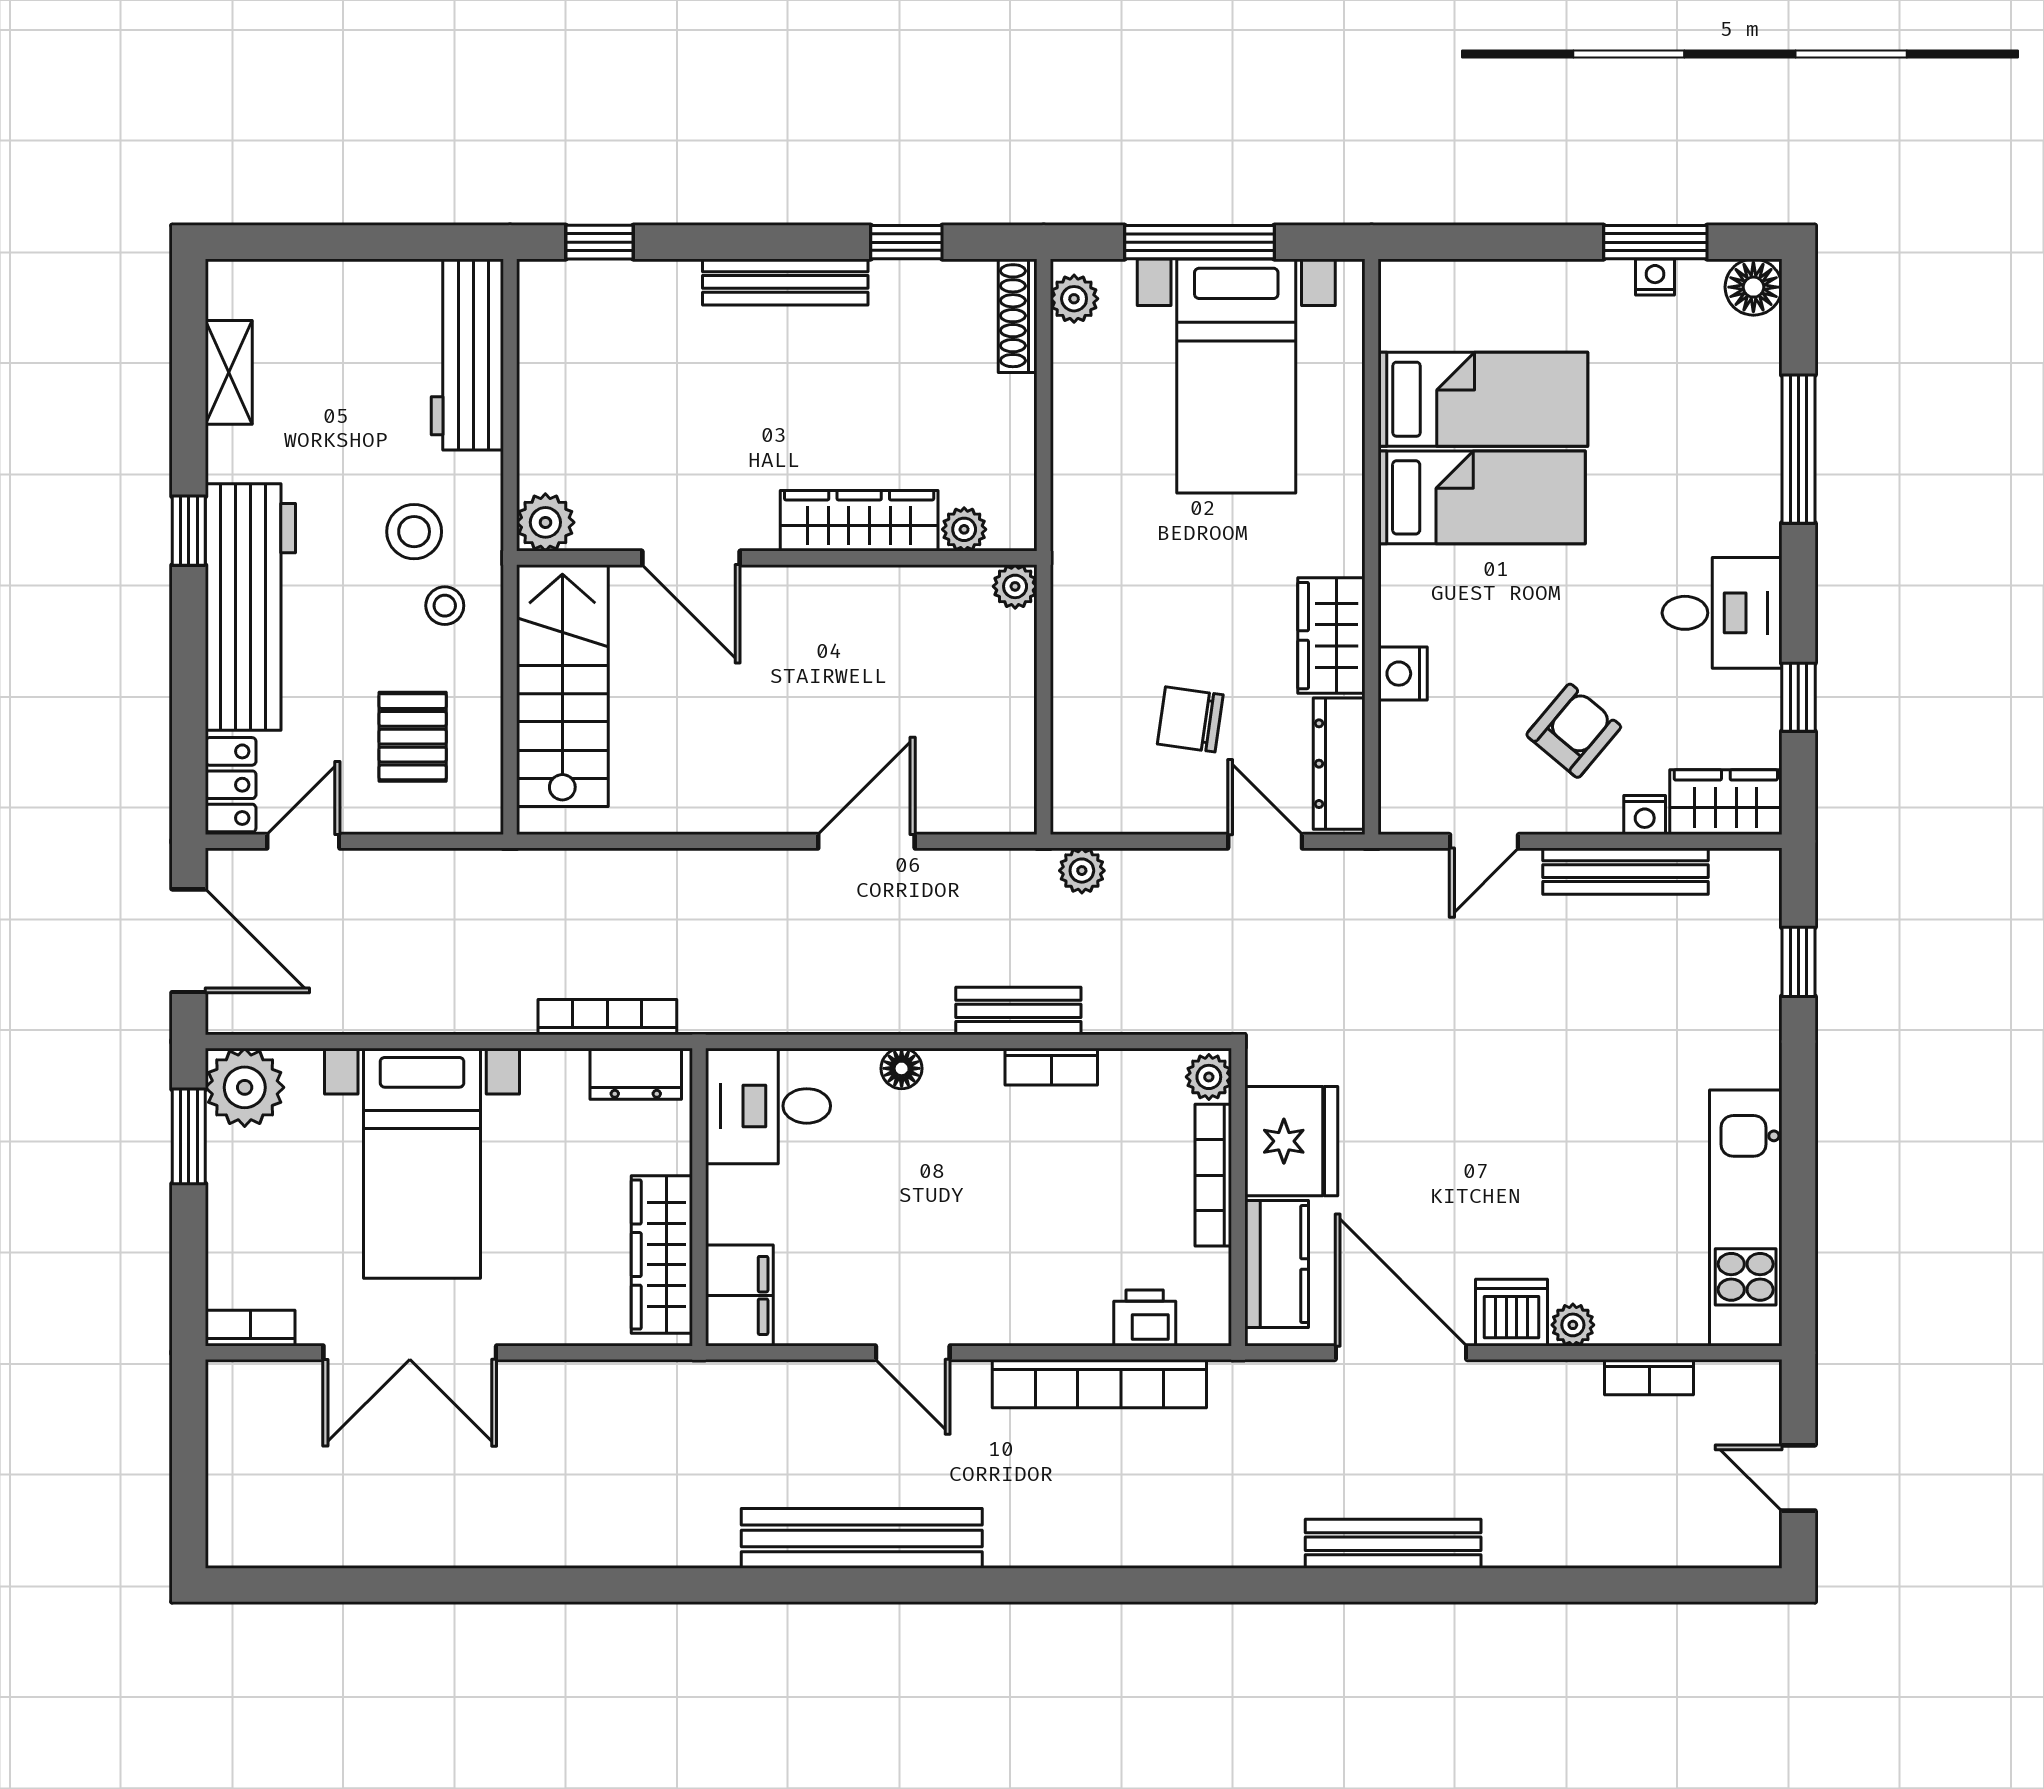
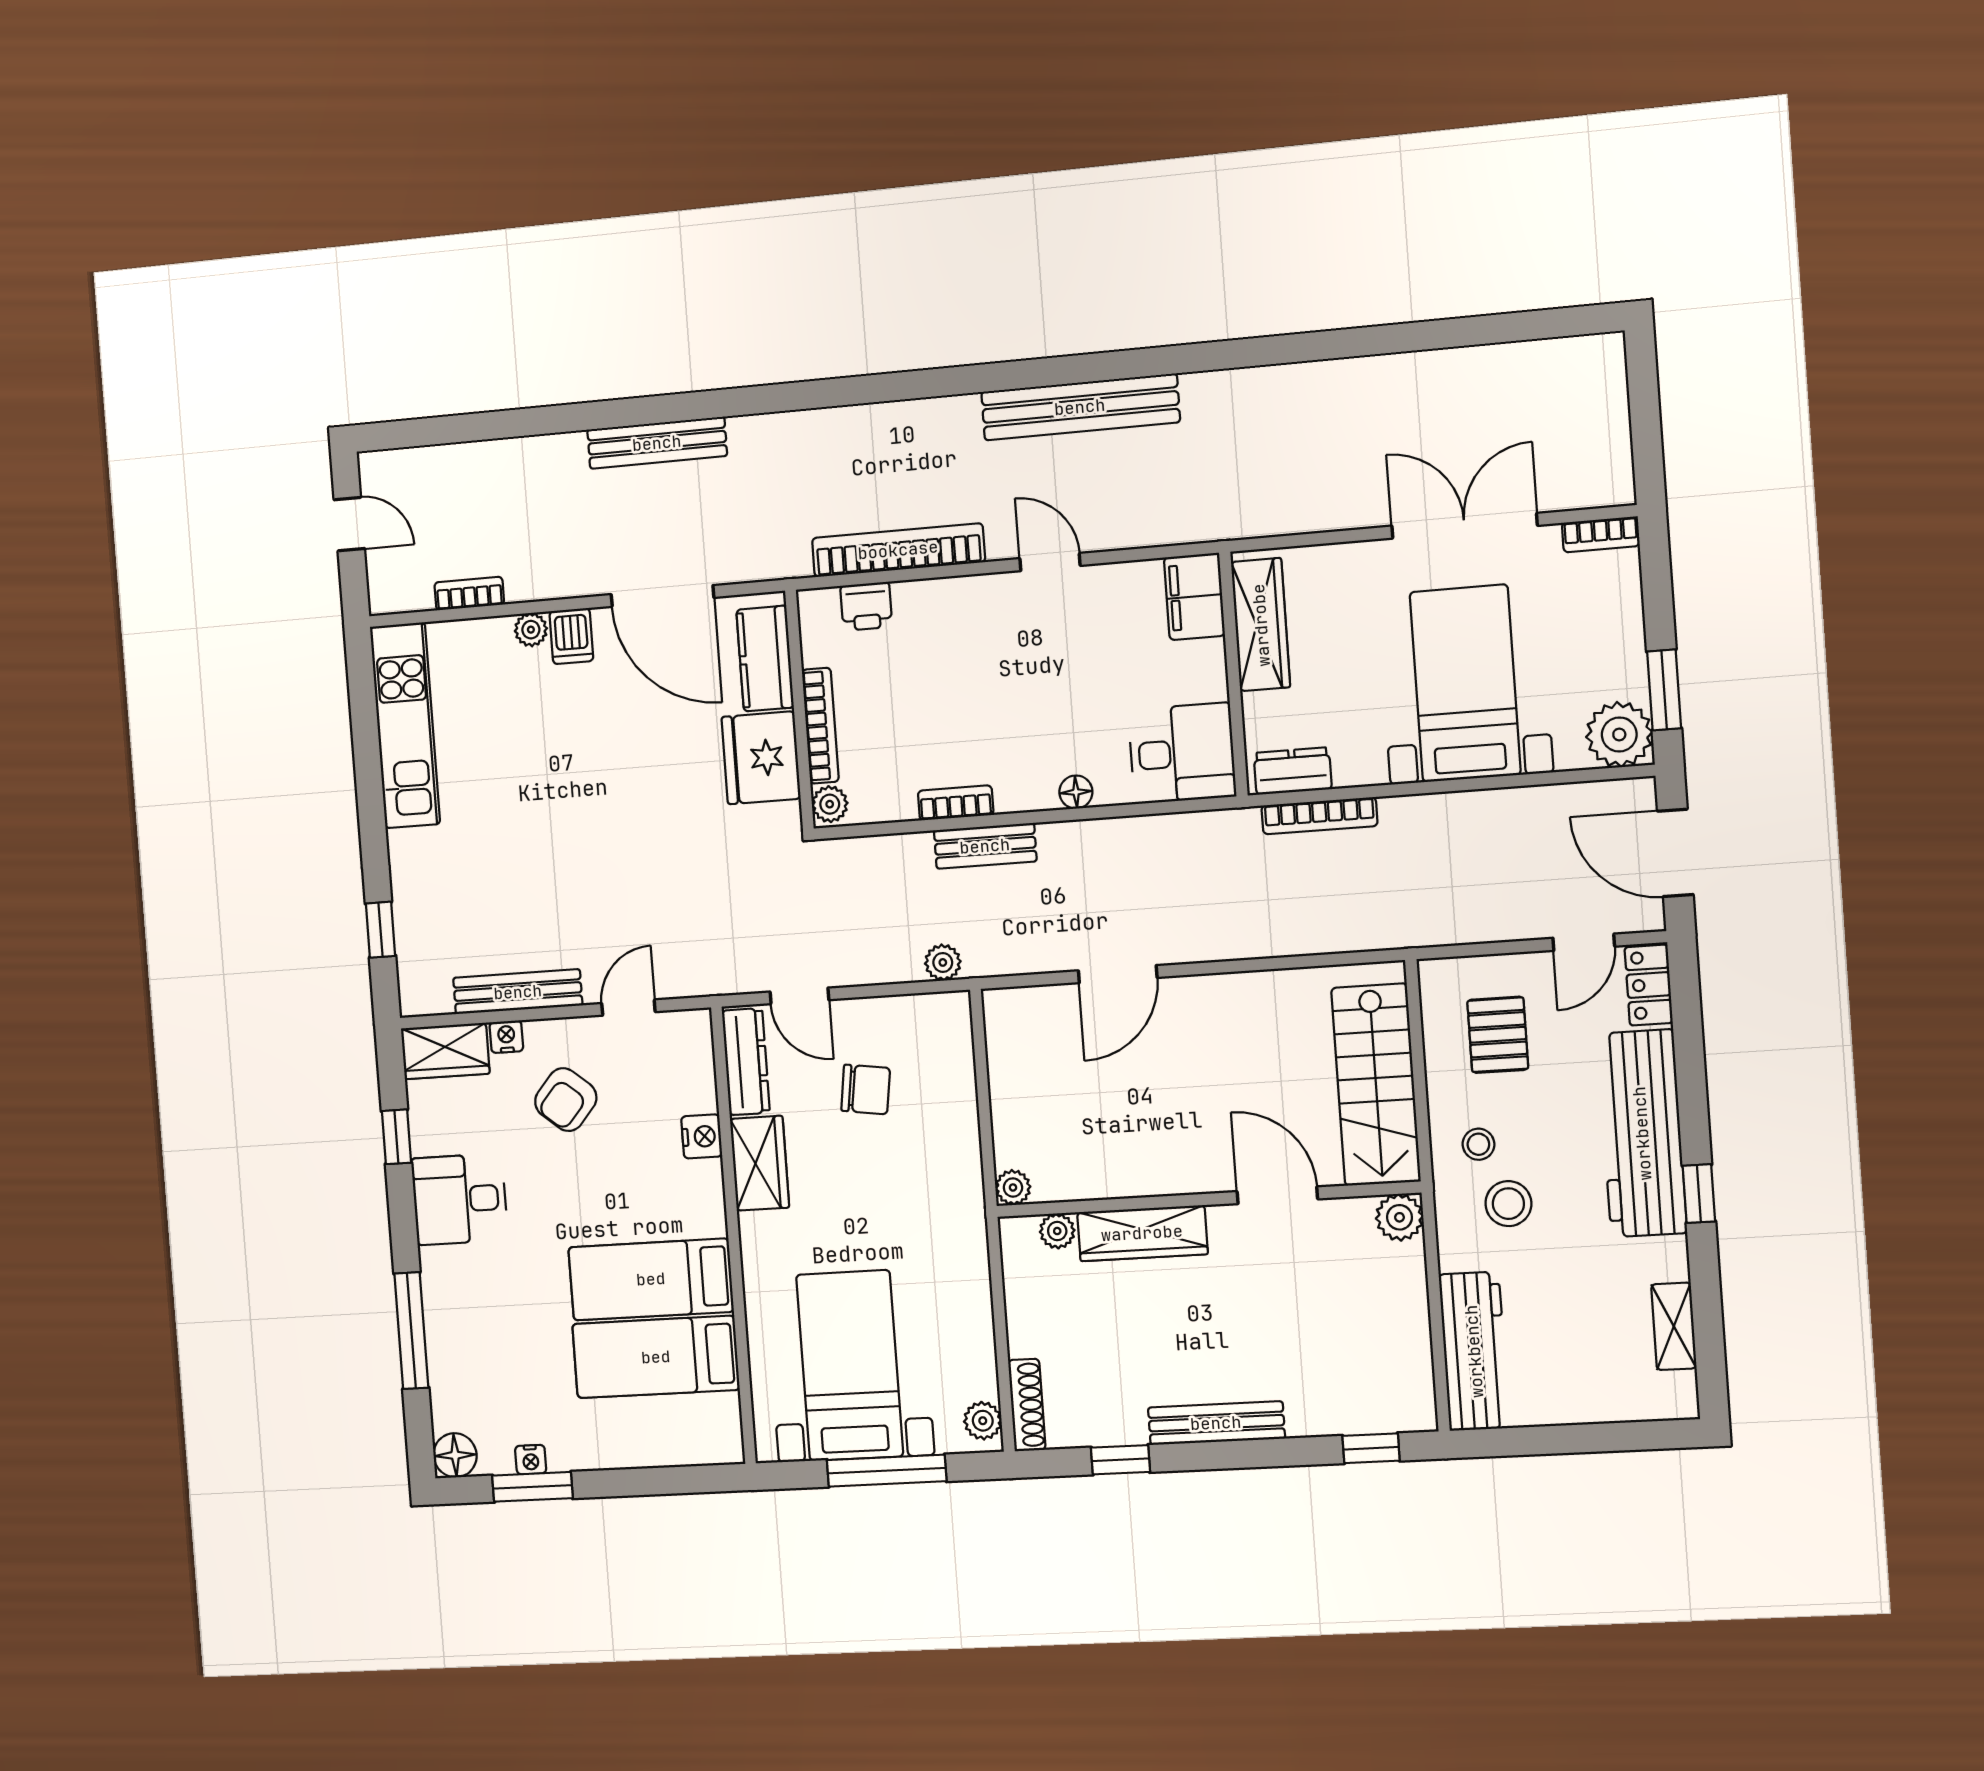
dishwasher: (1512, 1313) -> (571, 636), width x0.73

